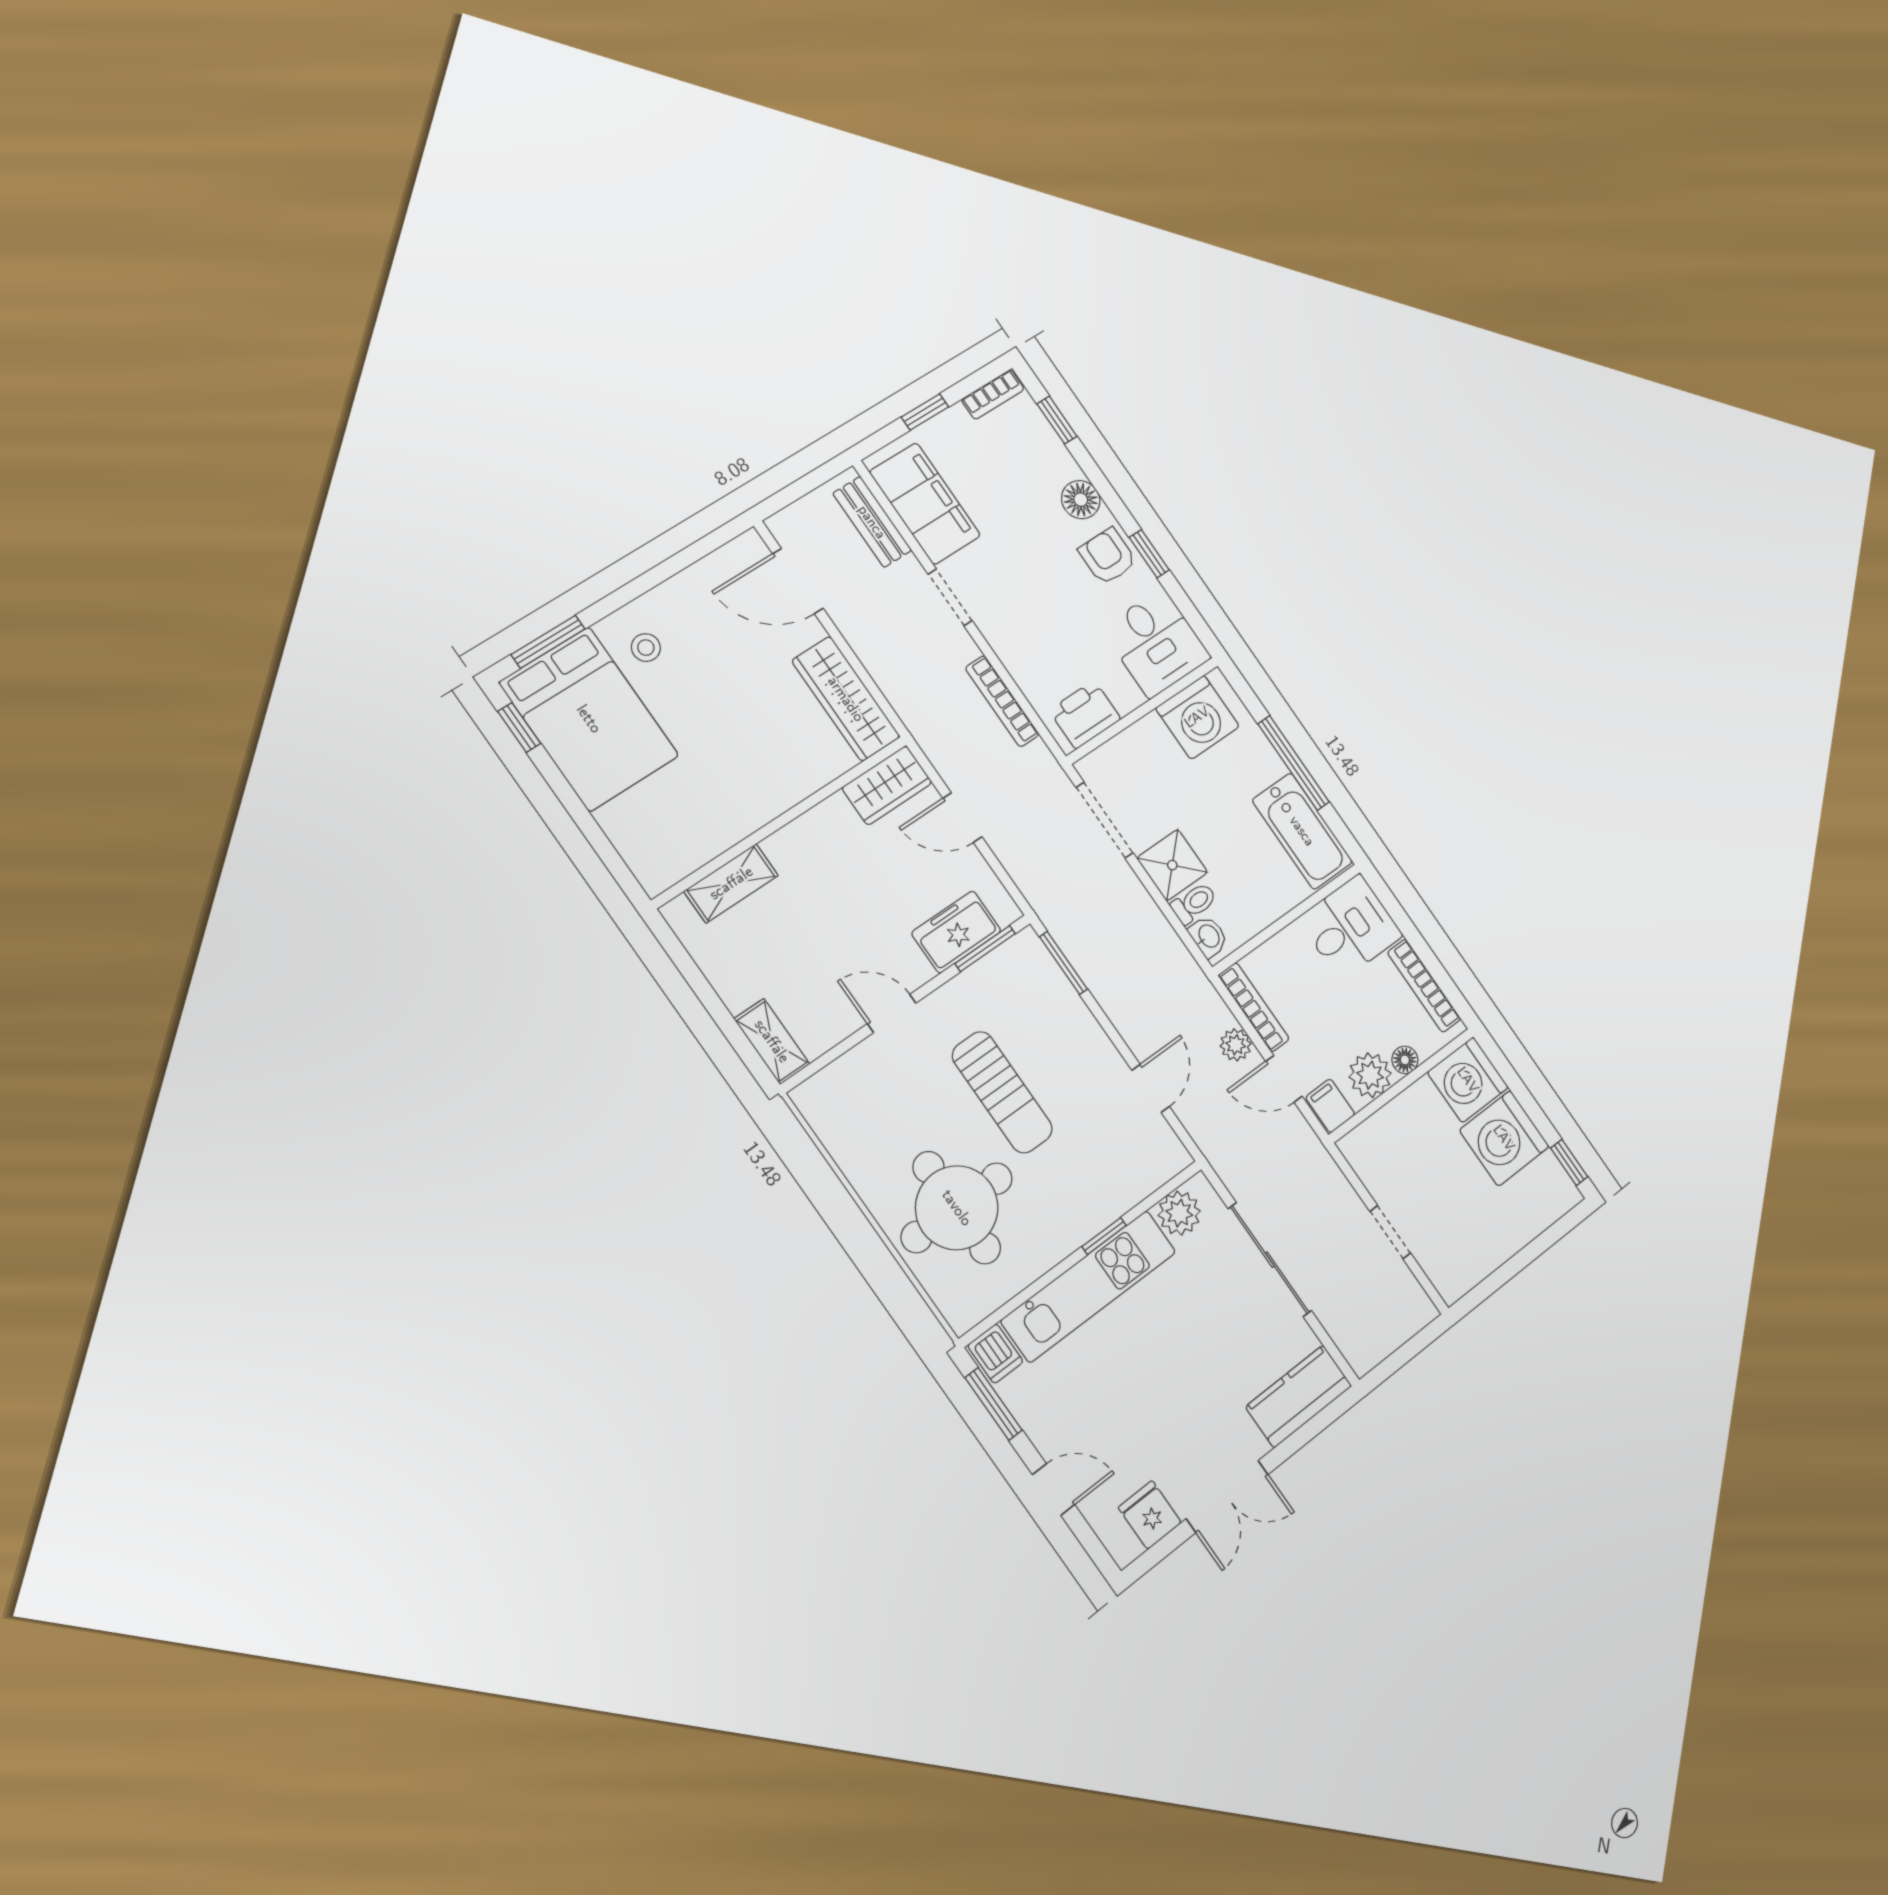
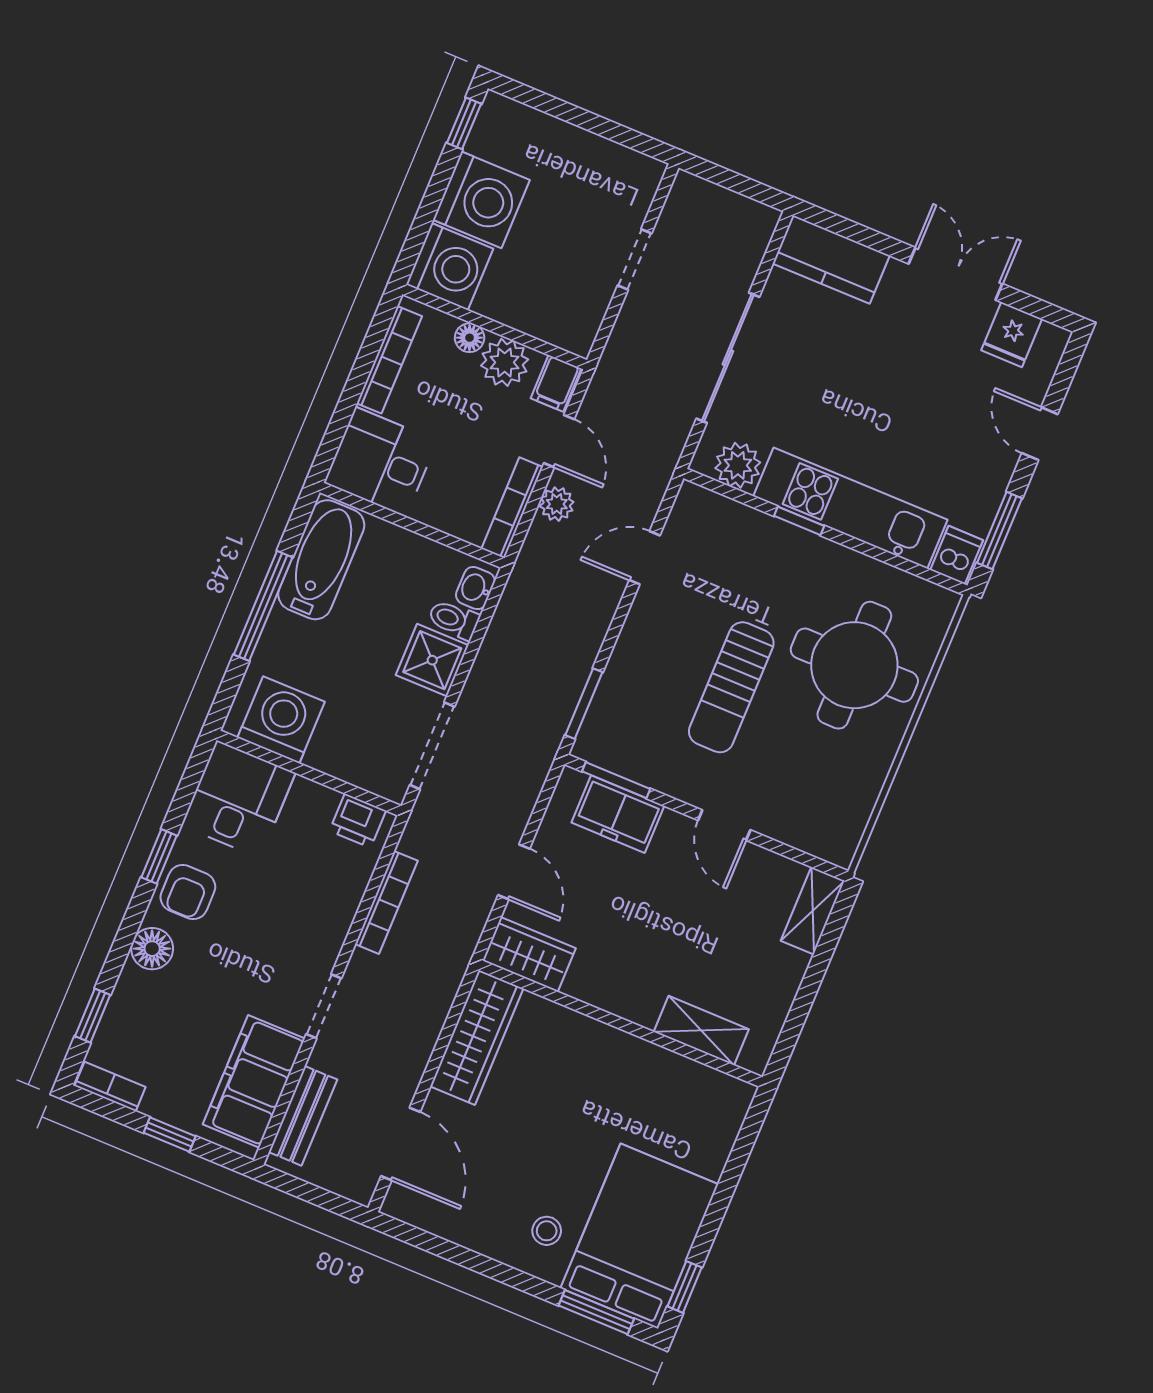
printer: (1085, 715) -> (358, 821), width x0.73, depth x0.81
sun lounger: (1002, 1092) -> (731, 687), turned 180

